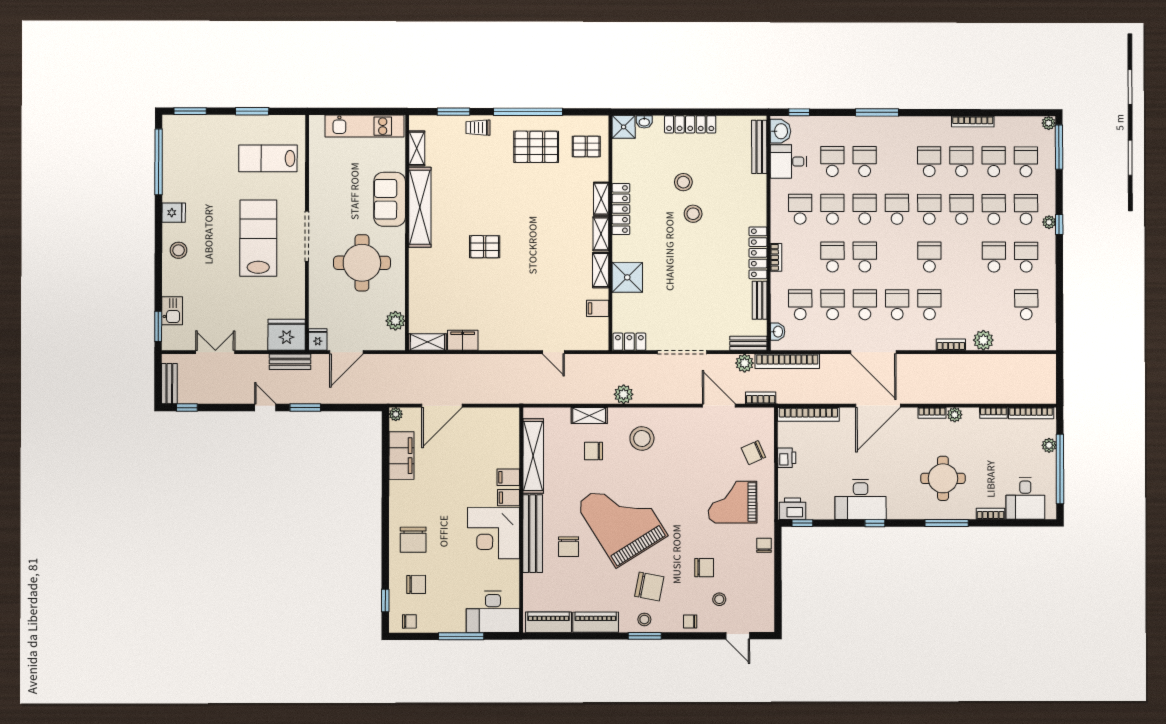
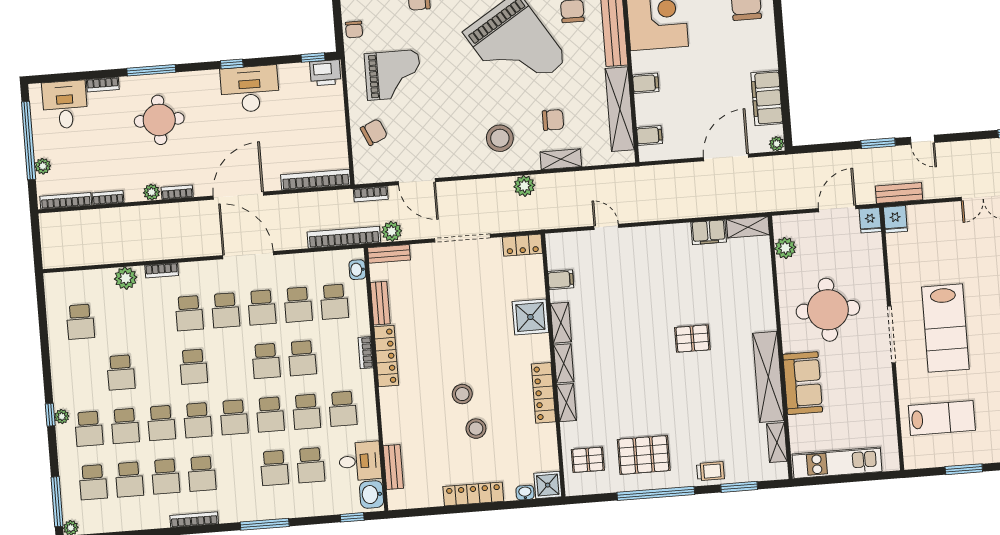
bookcase: (973, 122) -> (194, 520), moved
bench: (759, 147) -> (393, 467), width x0.73
school desk: (1026, 257) -> (85, 375), removed
fridge: (287, 335) -> (895, 219), width x0.53, depth x0.75
printer: (787, 458) -> (336, 129), removed
filing cabinet: (509, 498) -> (650, 135), moved

